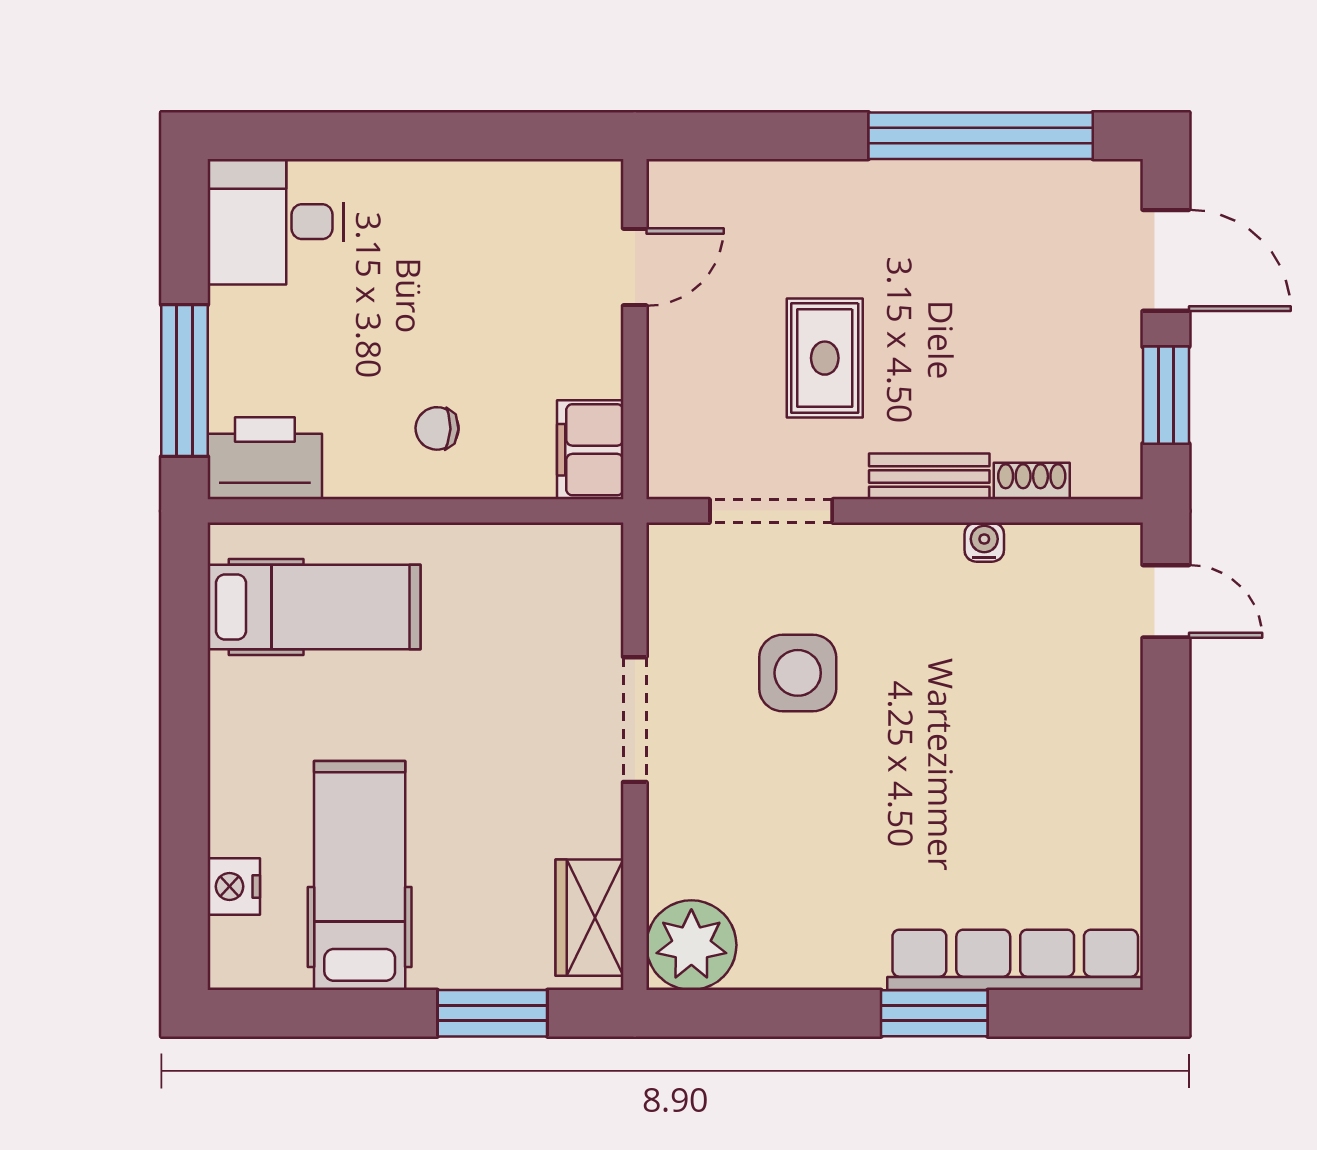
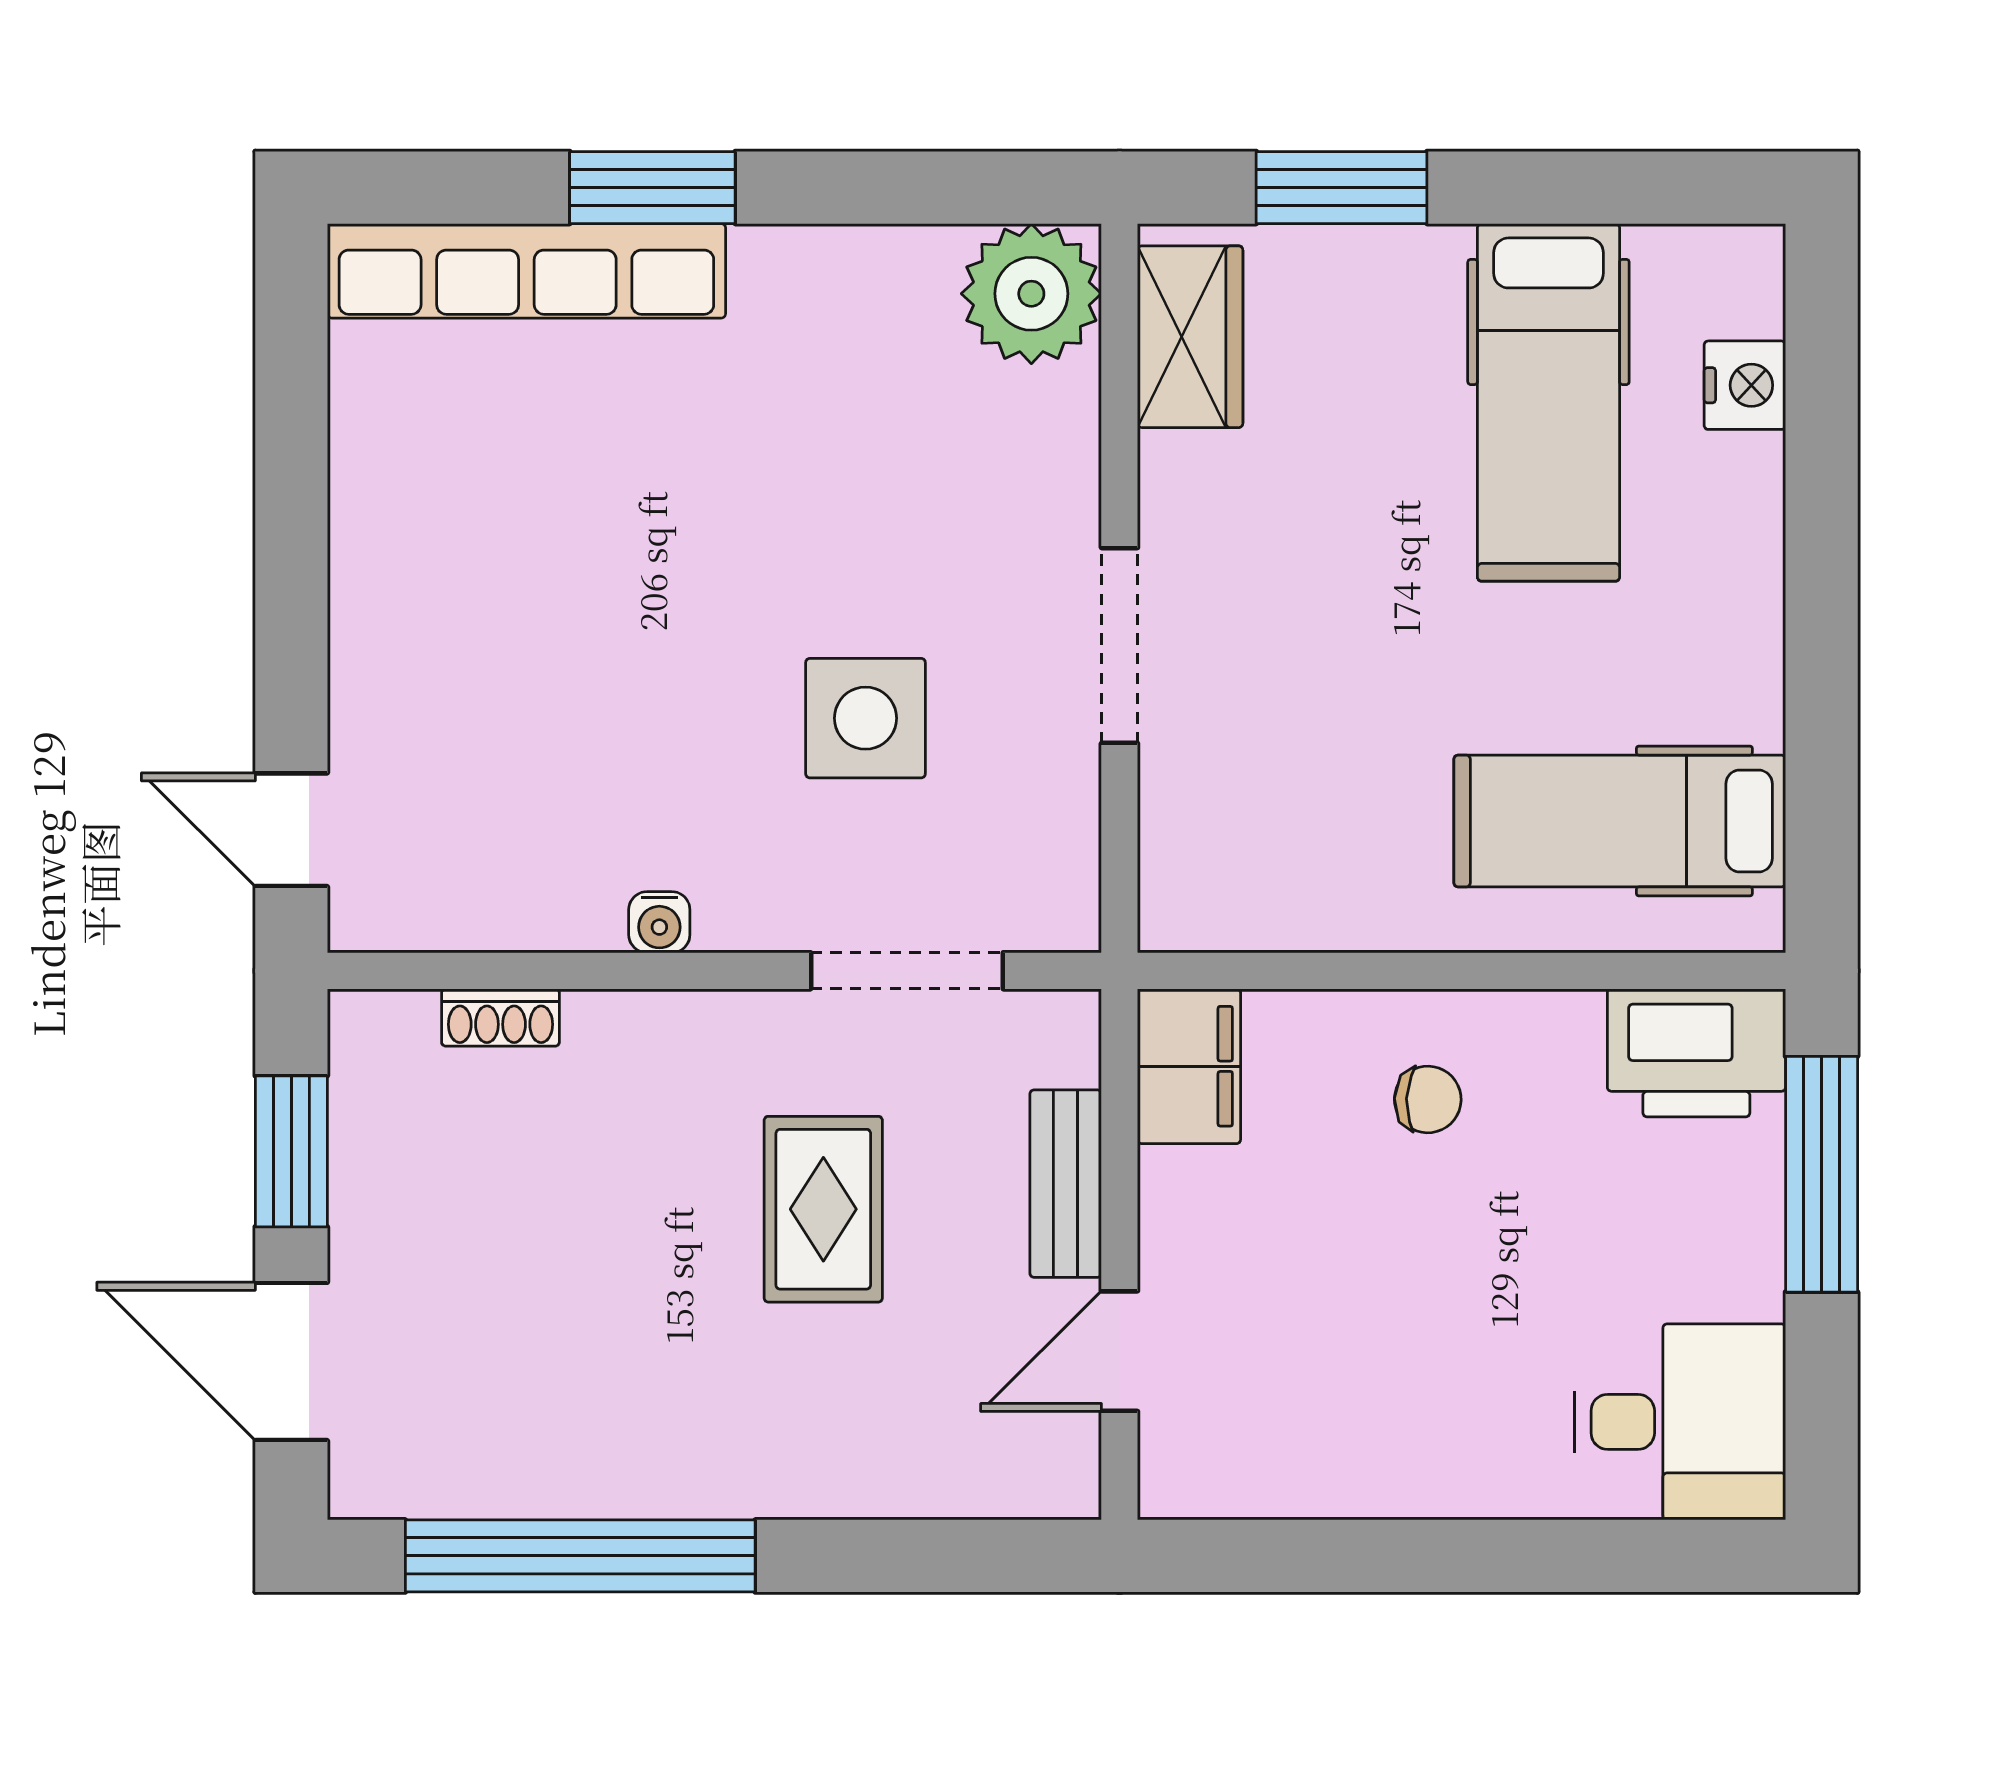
bench: (929, 476) -> (1066, 1184), moved, turned 90
water cooler: (984, 542) -> (659, 922), moved

